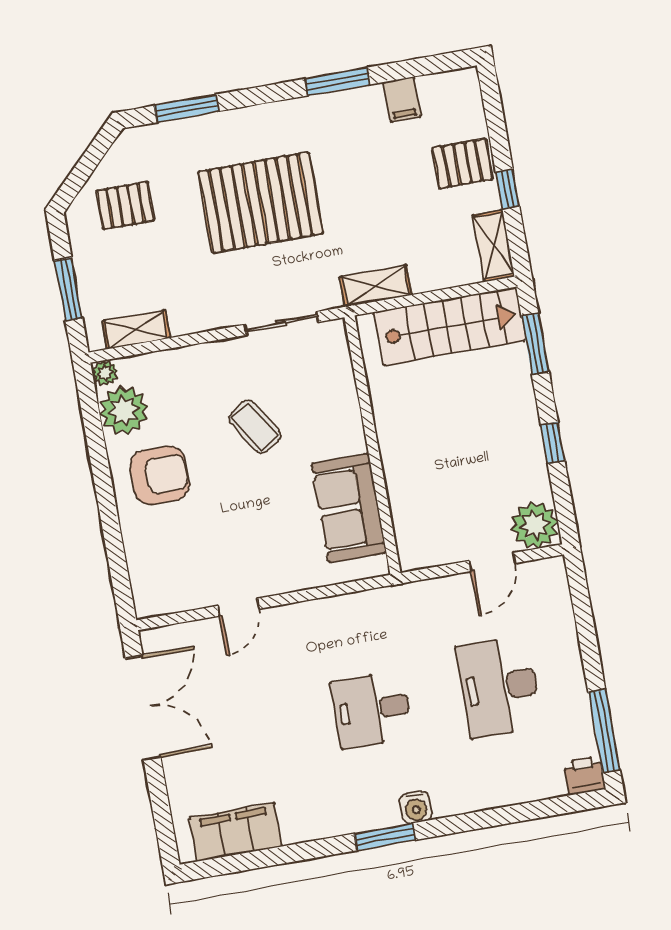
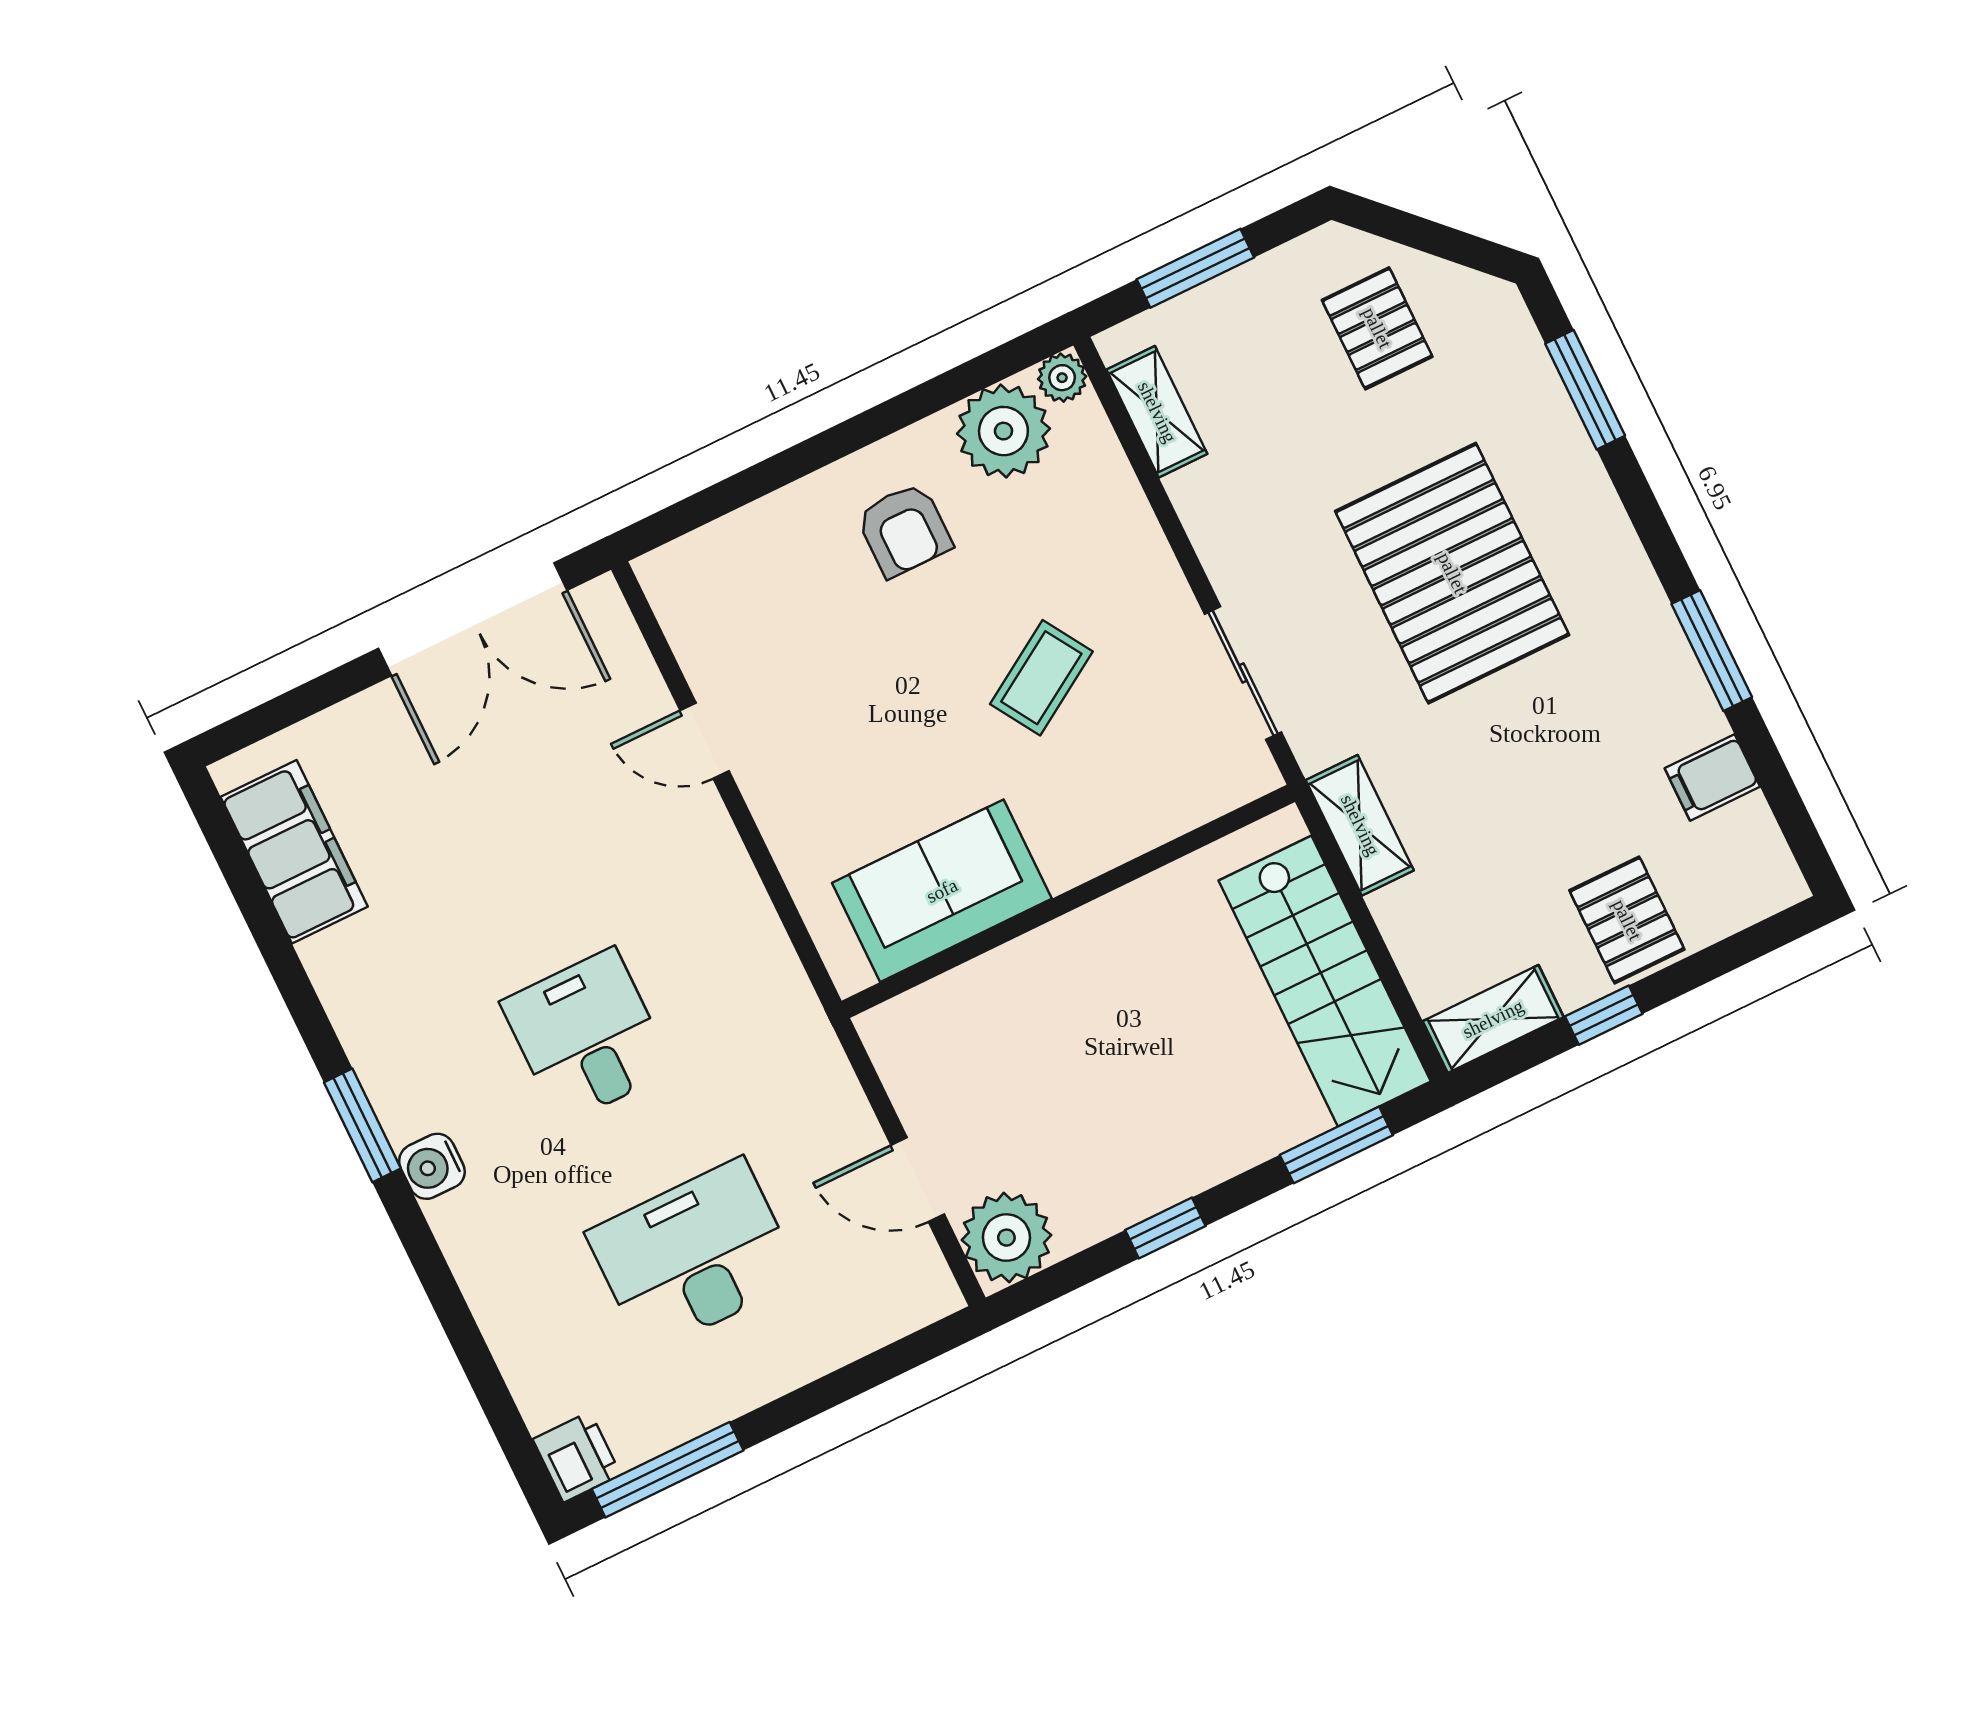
armchair: (160, 475) -> (904, 530), width x0.72, depth x0.72

